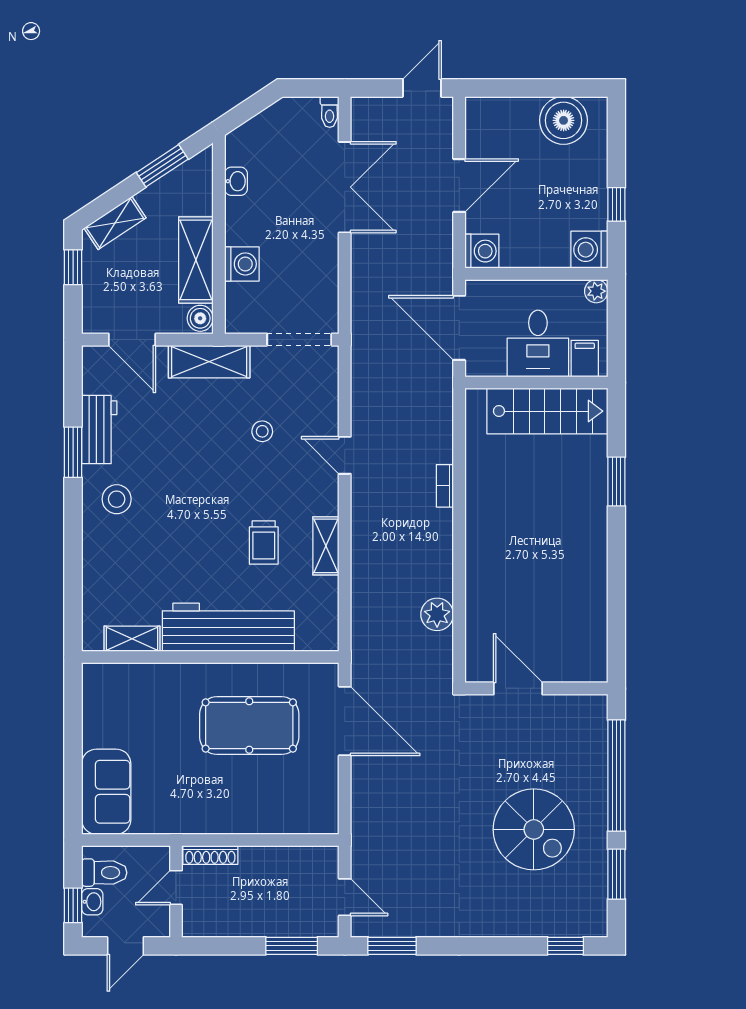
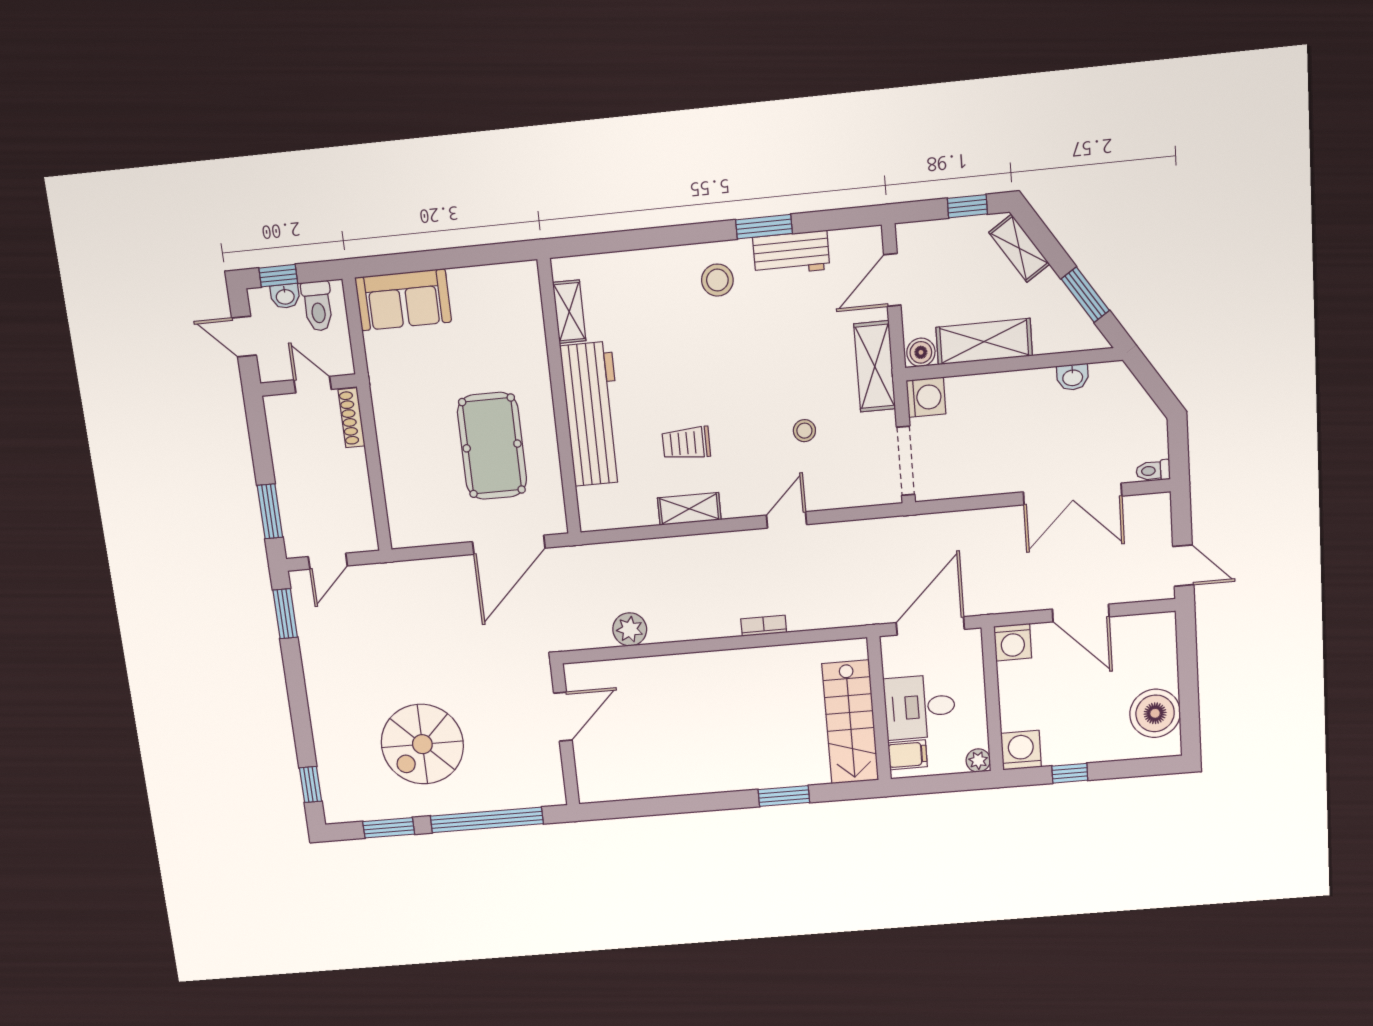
washing machine: (242, 264) -> (926, 397), moved, turned -90

